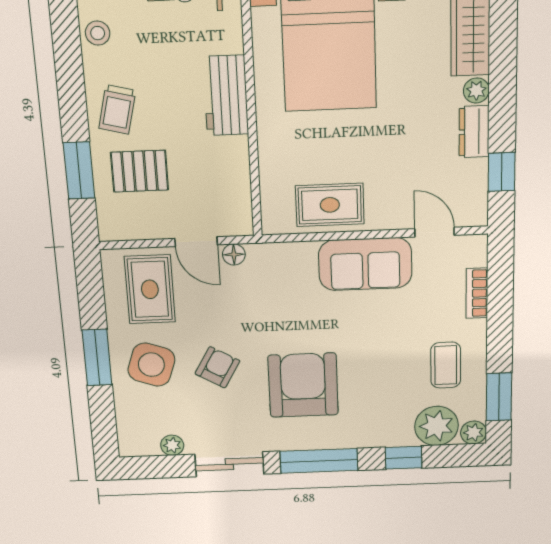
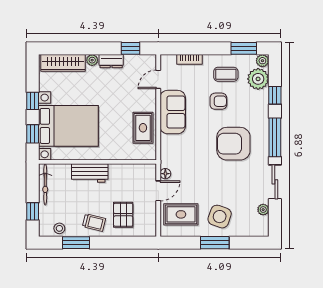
window: (79, 171) -> (76, 243), moved
armchair: (217, 367) -> (218, 101), moved, turned 150

